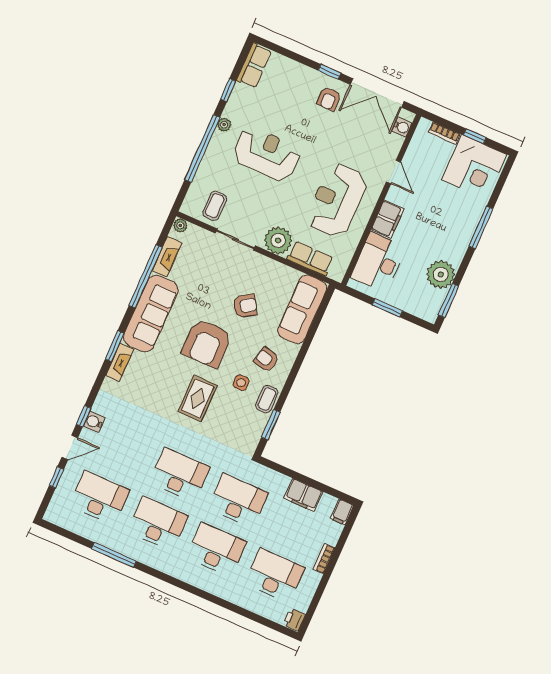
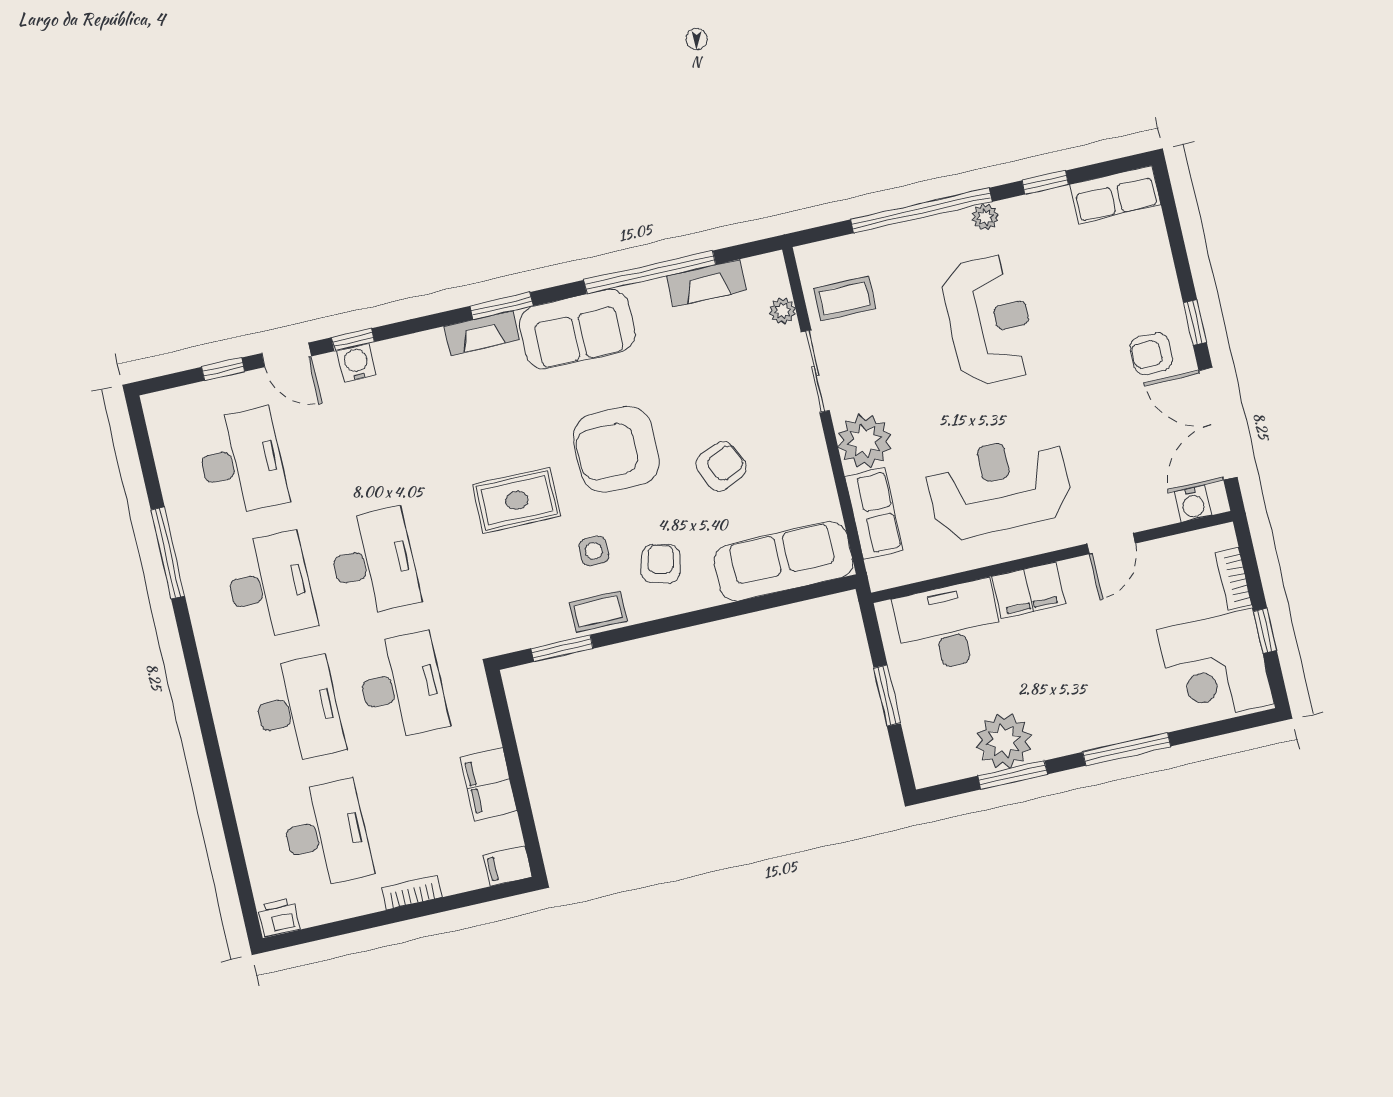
plant: (180, 225) -> (782, 311), moved
window: (448, 301) -> (1013, 775), moved
armchair: (245, 306) -> (721, 466), turned -82
sofa: (151, 314) -> (577, 329), width x0.73

